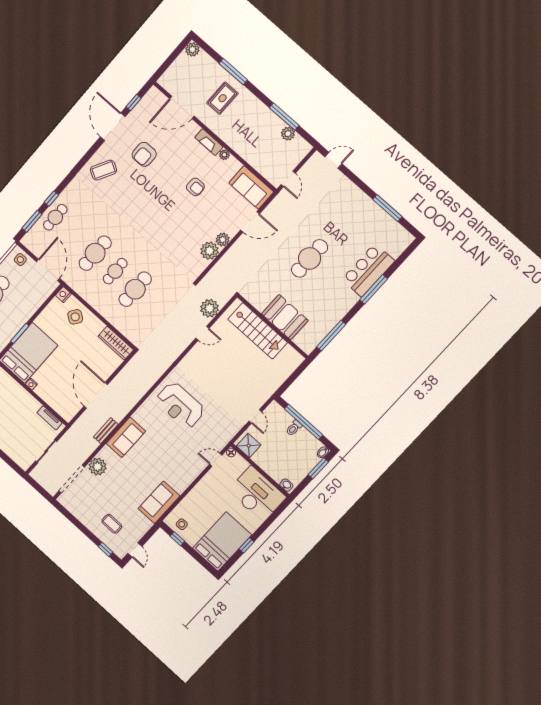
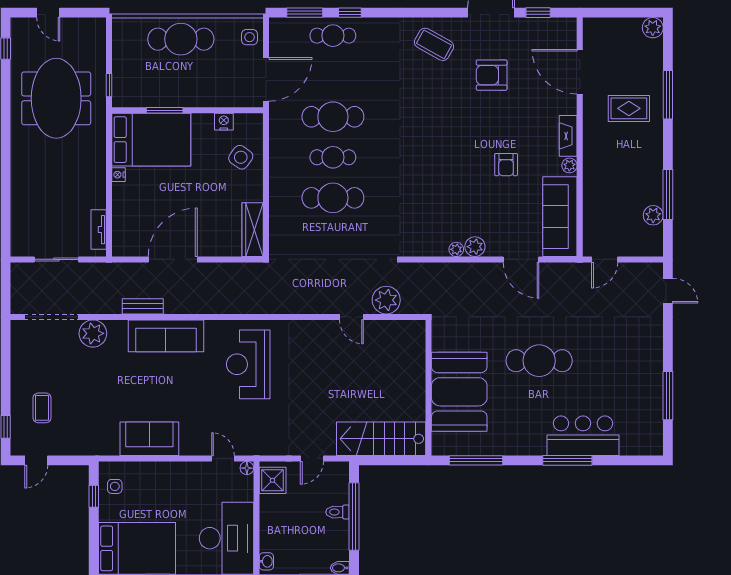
sofa: (251, 187) -> (560, 217), width x1.36
plant: (210, 251) -> (456, 249), width x0.53, depth x0.53
nightstand: (63, 295) -> (224, 122), moved
booth: (285, 317) -> (459, 392), width x1.36, depth x1.42
stairs: (258, 331) -> (381, 439), moved, turned 90
sofa: (126, 437) -> (166, 336), width x1.36
sofa: (159, 502) -> (149, 439), moved

